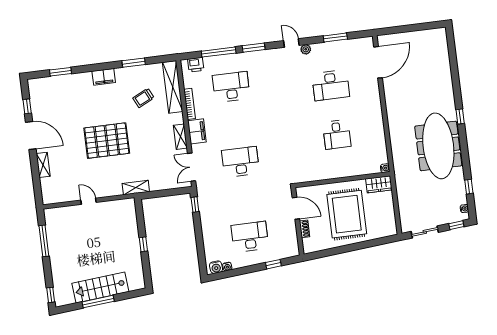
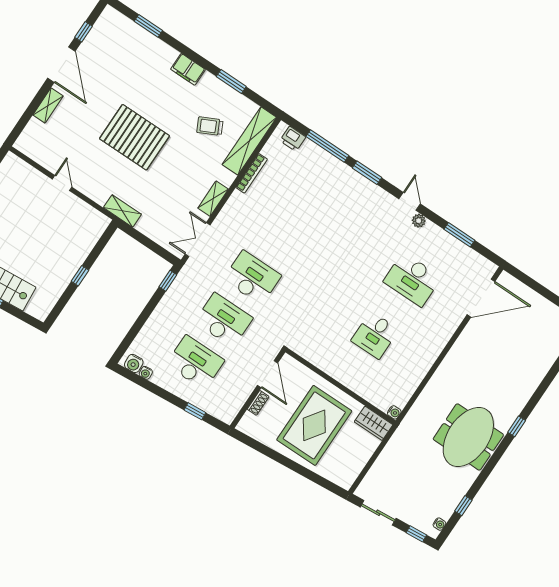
desk: (231, 87) -> (224, 320), moved
filing cabinet: (197, 131) -> (235, 208), removed
meeting table: (438, 146) -> (468, 437), width x0.73

